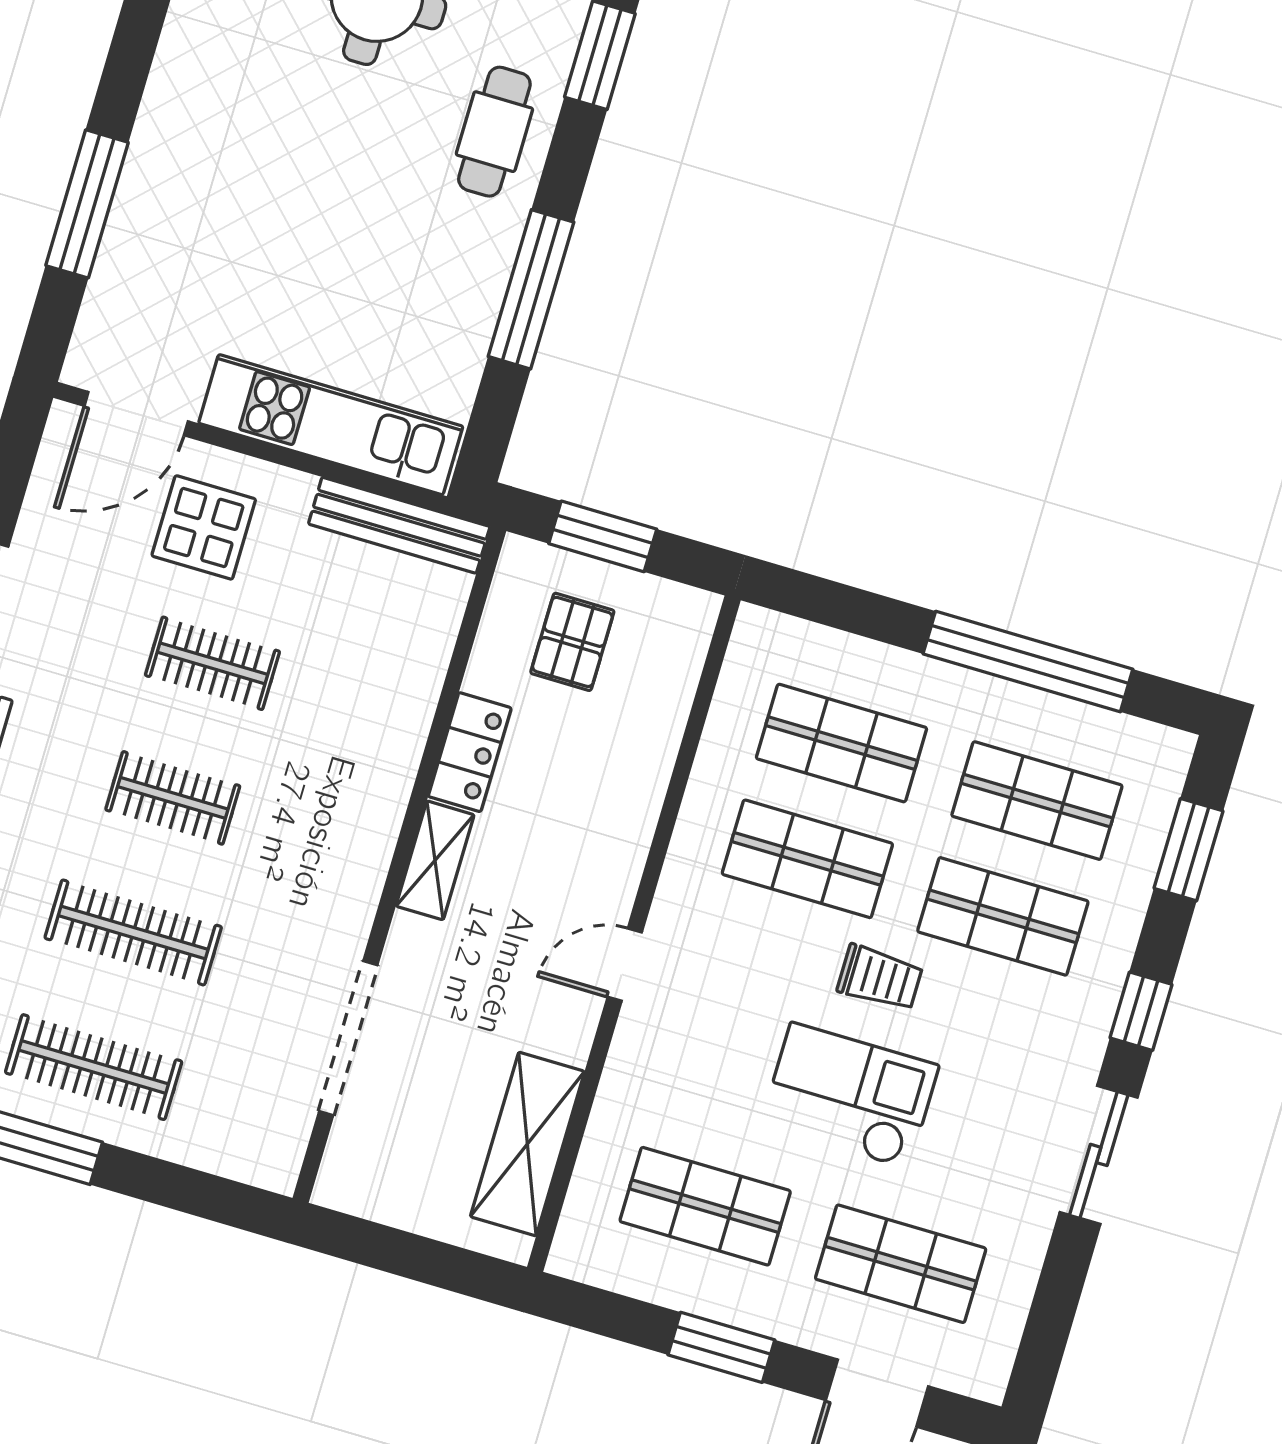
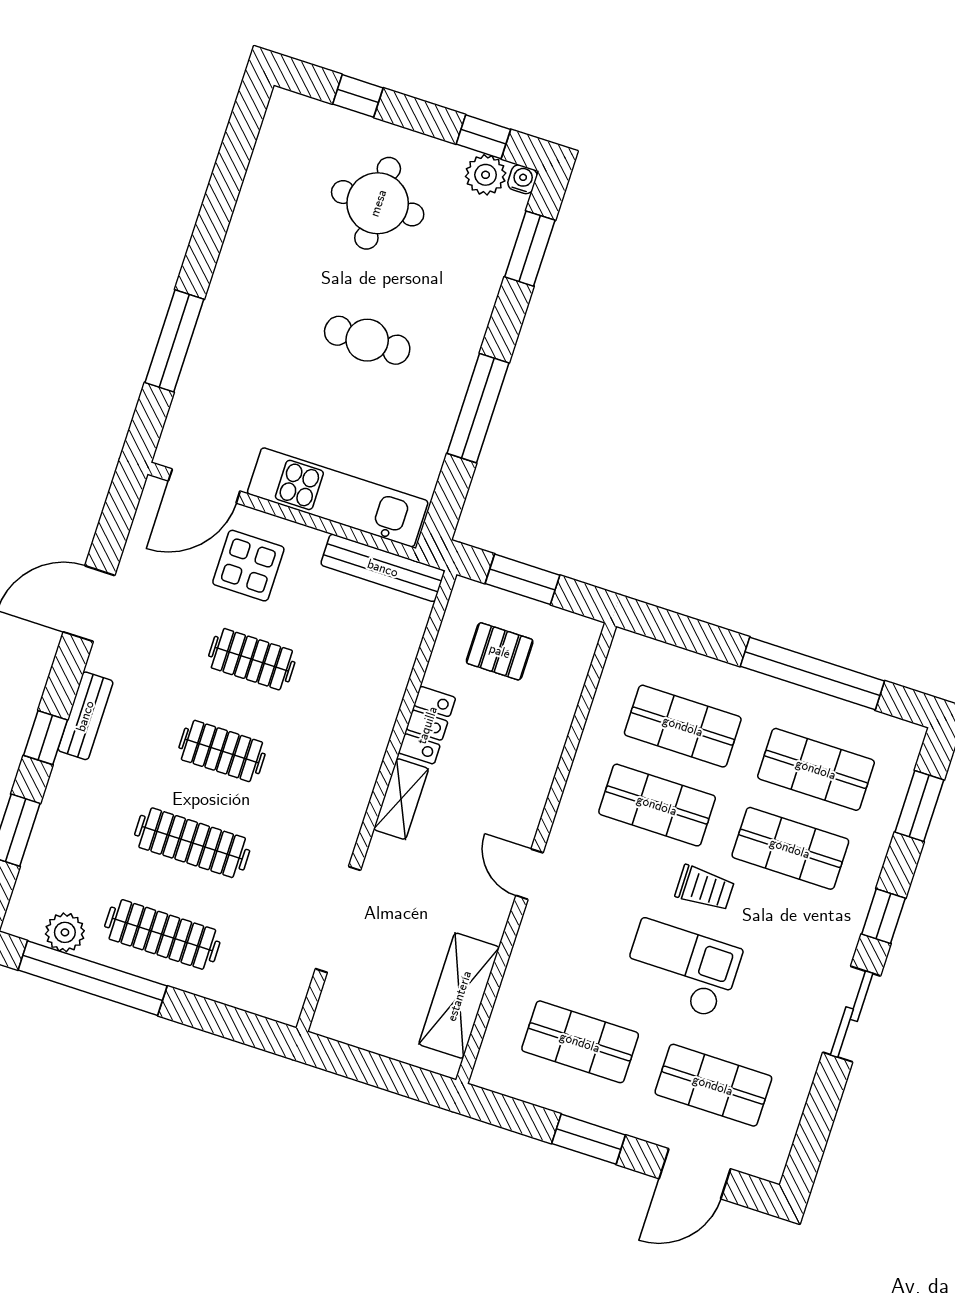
cafe table: (494, 132) -> (367, 340), moved, turned 90
pallet: (572, 642) -> (500, 651), turned 90
door: (625, 965) -> (529, 874), hinge flipped

